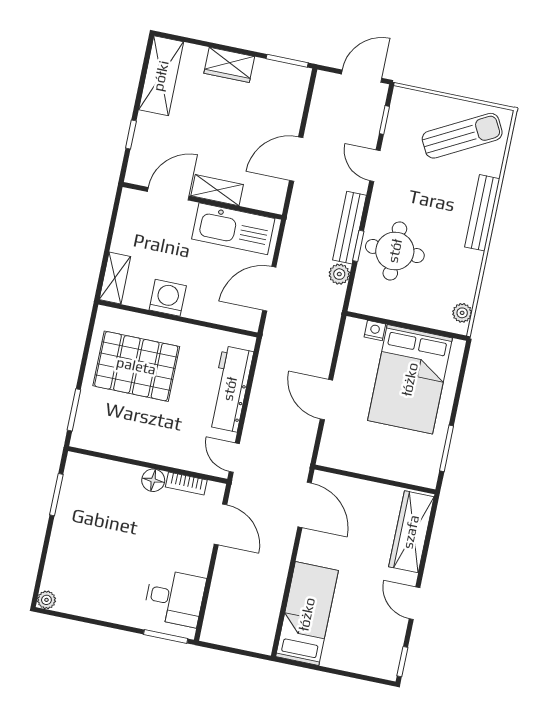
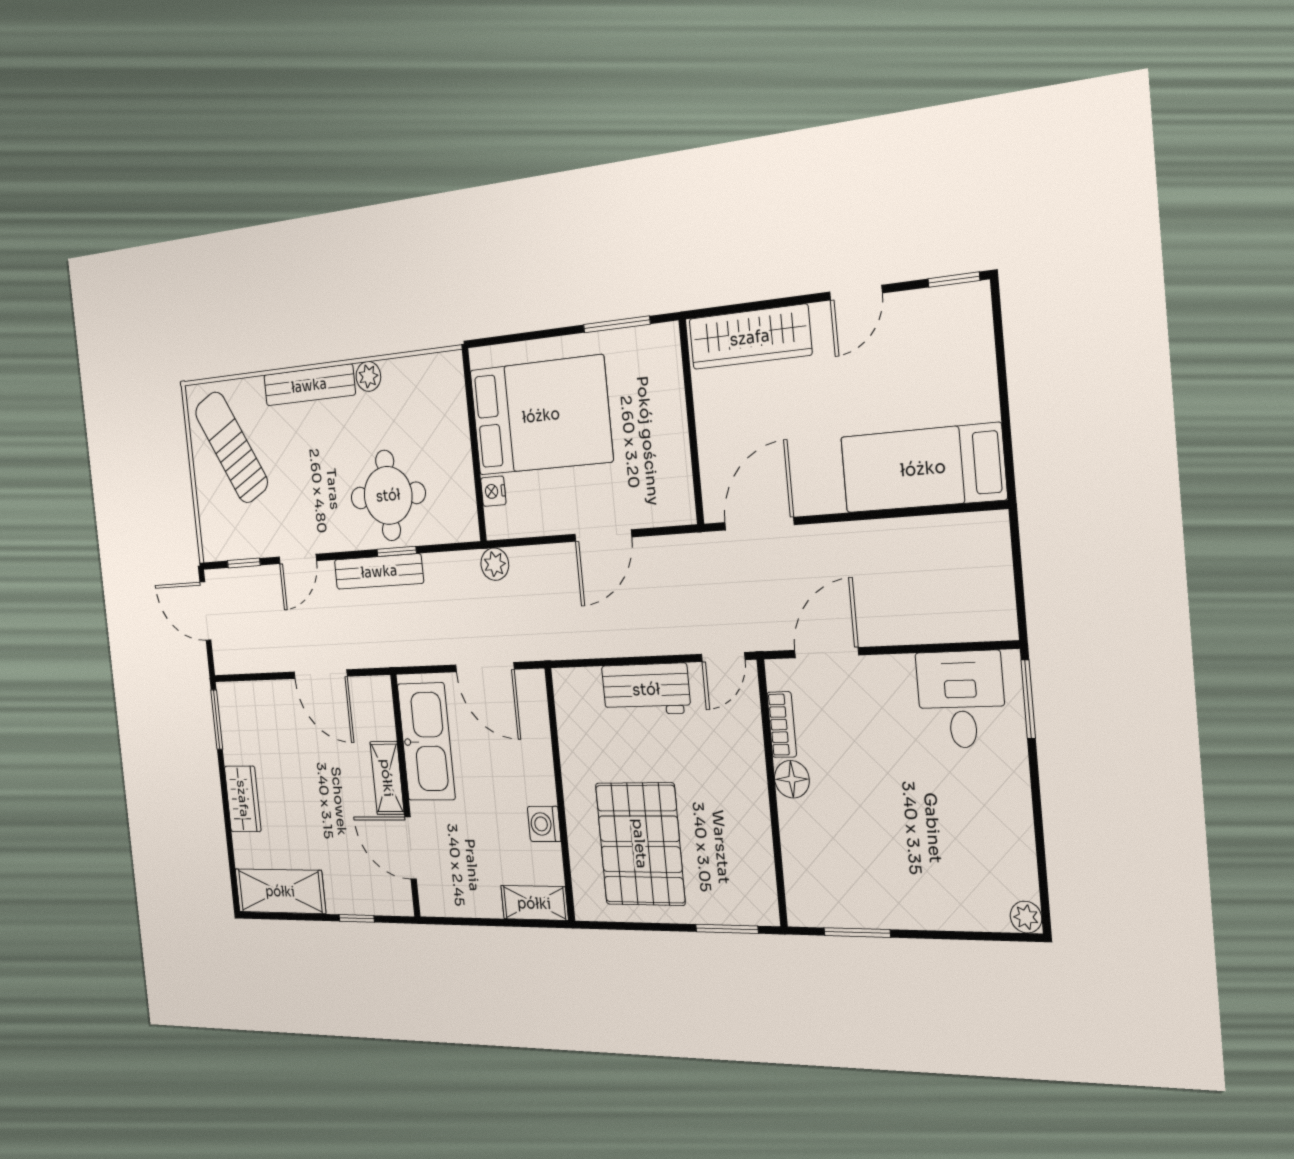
plant: (339, 274) -> (495, 564), moved
washing machine: (168, 298) -> (544, 824), width x0.73, depth x0.73
plant: (462, 313) -> (368, 376), moved
workbench: (230, 389) -> (646, 689), width x0.73

